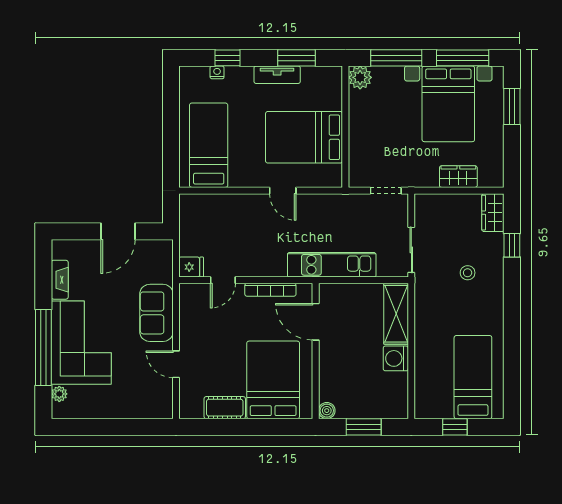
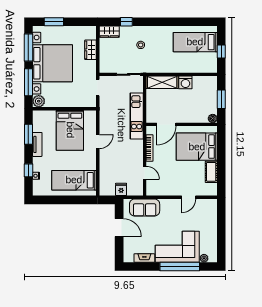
bed with nightstands: (448, 104) -> (52, 63), width x1.36
fridge: (191, 267) -> (121, 189), moved
sofa: (156, 313) -> (145, 208), moved

